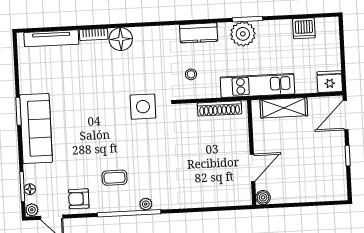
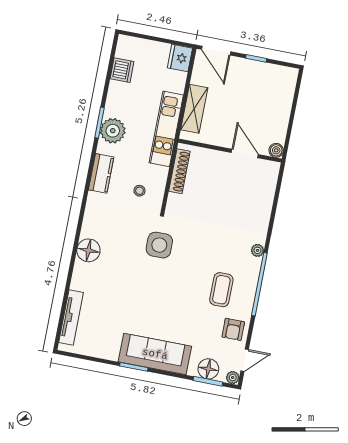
bookcase: (94, 34) -> (77, 276), removed
coffee table: (114, 178) -> (221, 290), width x1.36, depth x1.30
floor lamp: (30, 189) -> (208, 369), width x1.89, depth x1.89
plant: (146, 204) -> (257, 250), moved

